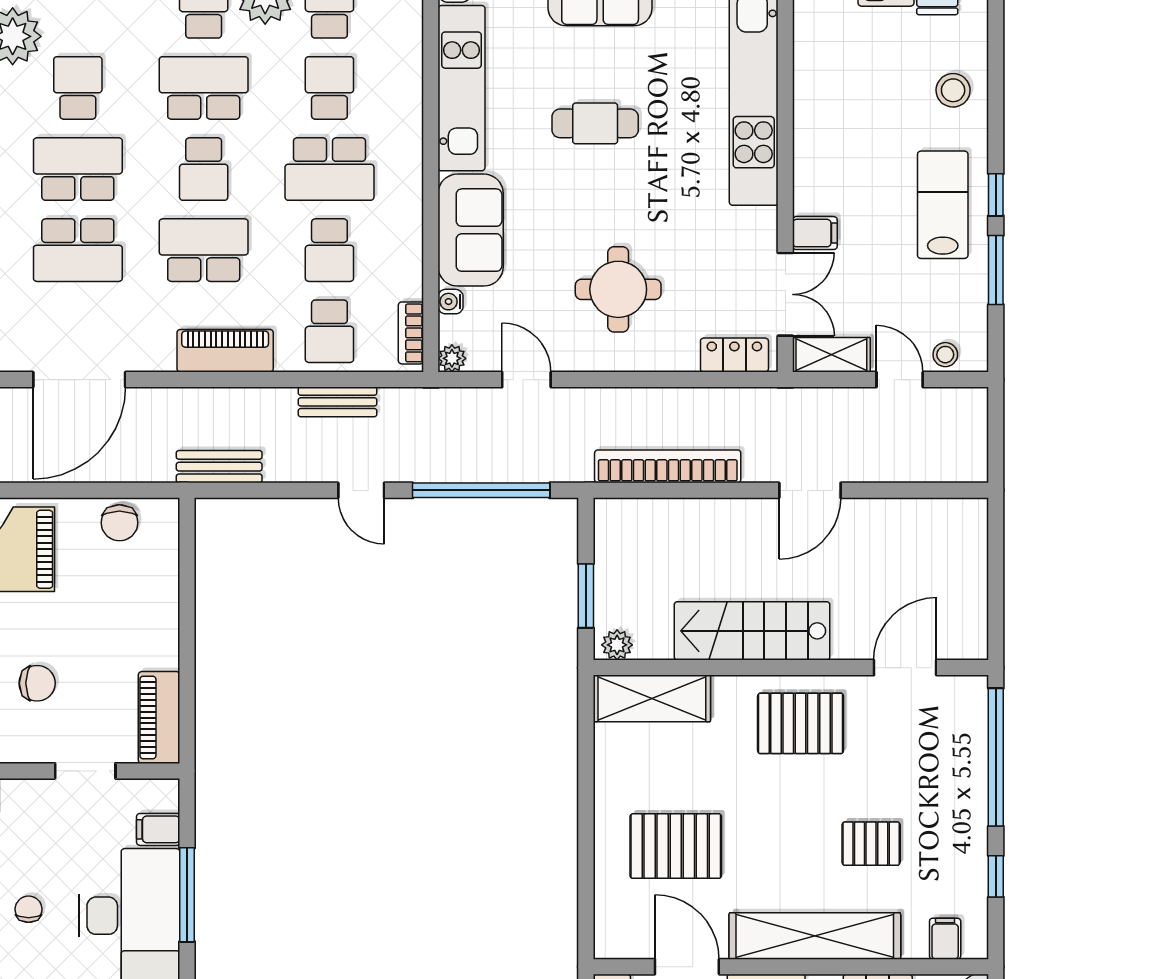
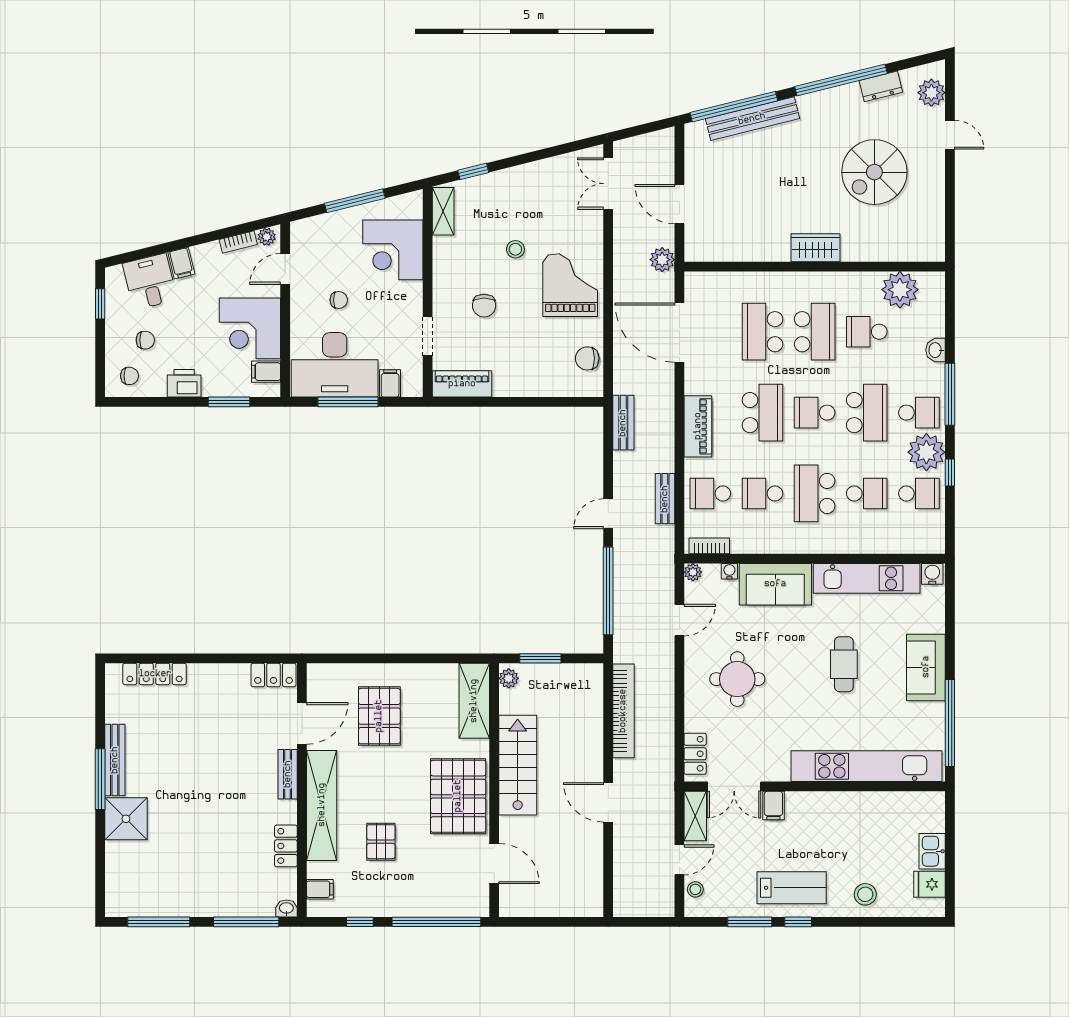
school desk: (78, 88) -> (867, 332), turned 180
pallet: (801, 723) -> (458, 796), width x1.37, depth x1.41

